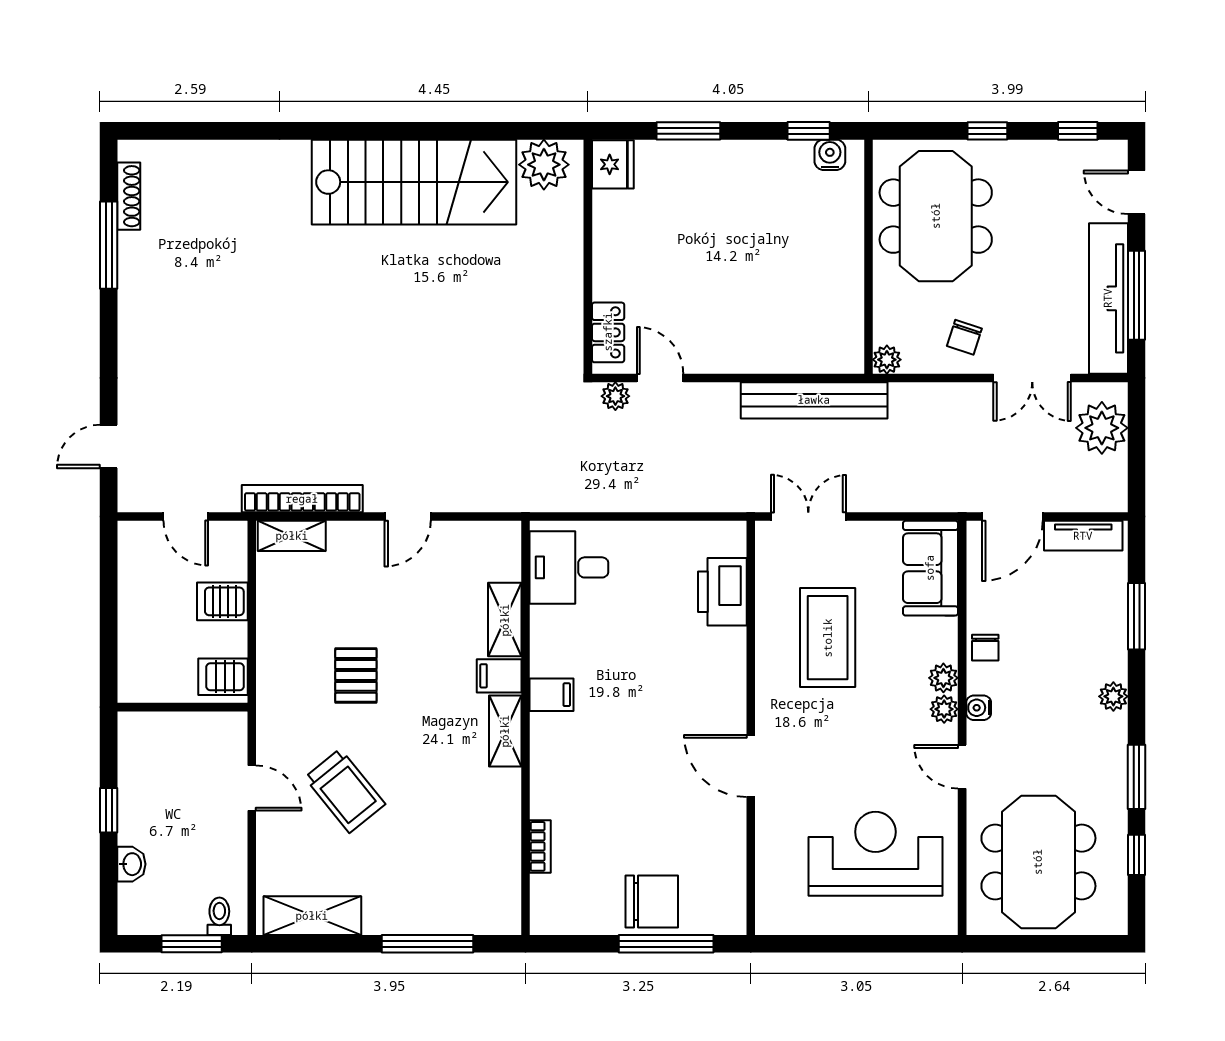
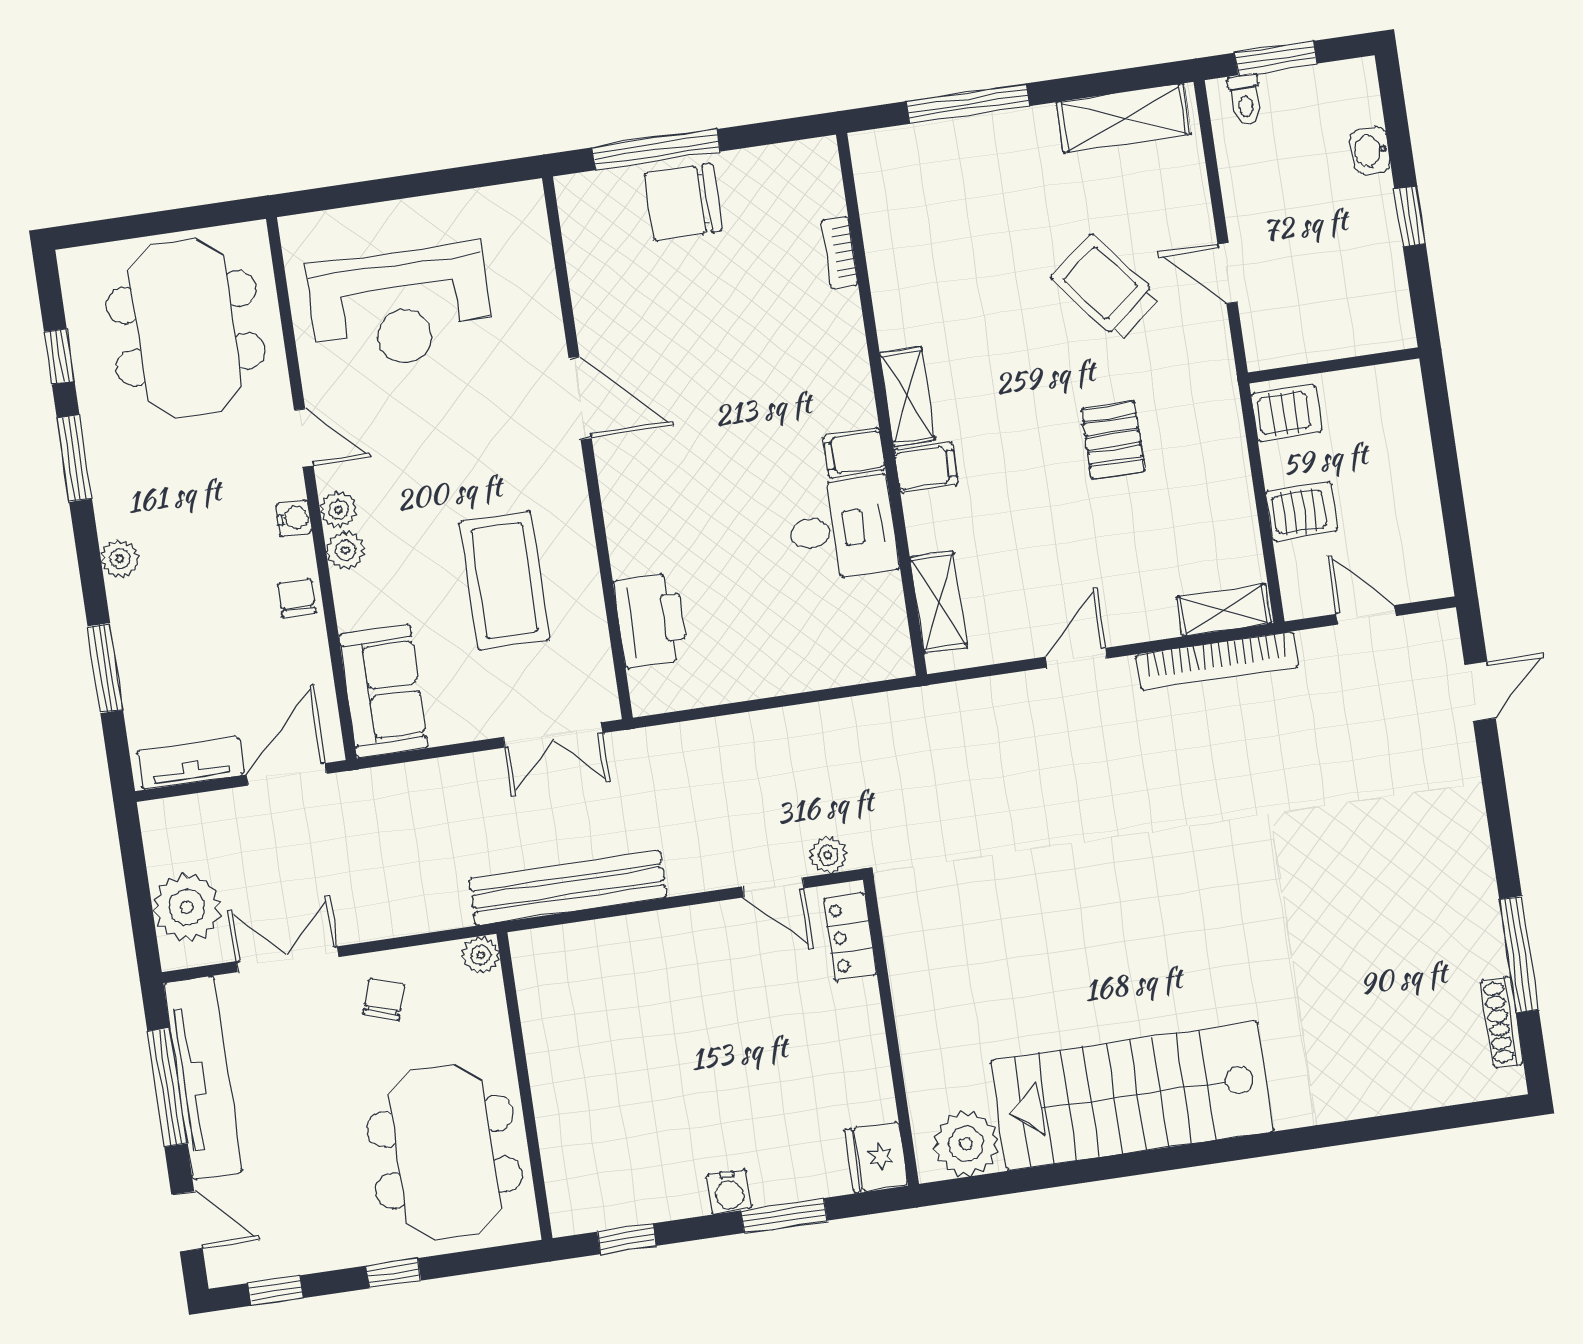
water cooler: (830, 155) -> (729, 1192), moved
desk: (569, 567) -> (842, 529), moved
shelving: (505, 620) -> (938, 602), moved

